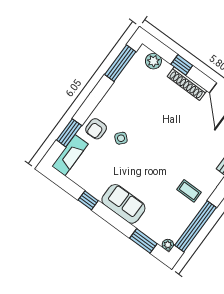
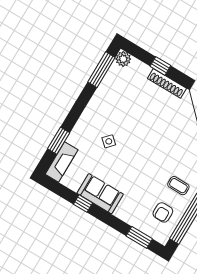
plant: (153, 61) -> (123, 59), moved
armchair: (96, 129) -> (163, 212), moved
sofa: (123, 204) -> (100, 194), moved
plant: (168, 245) -> (163, 239), removed

